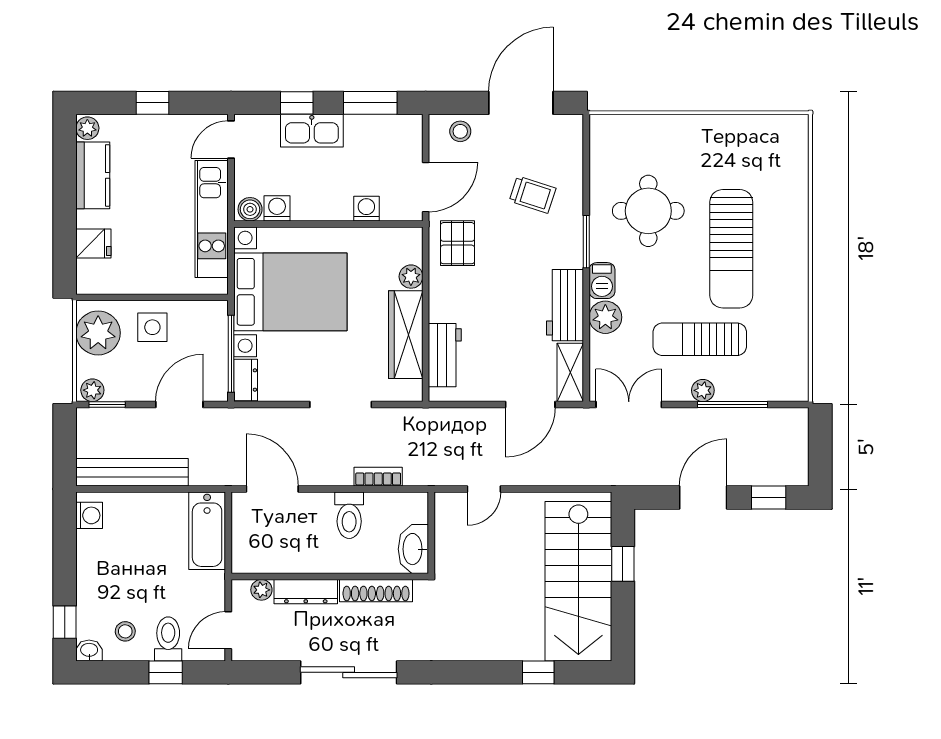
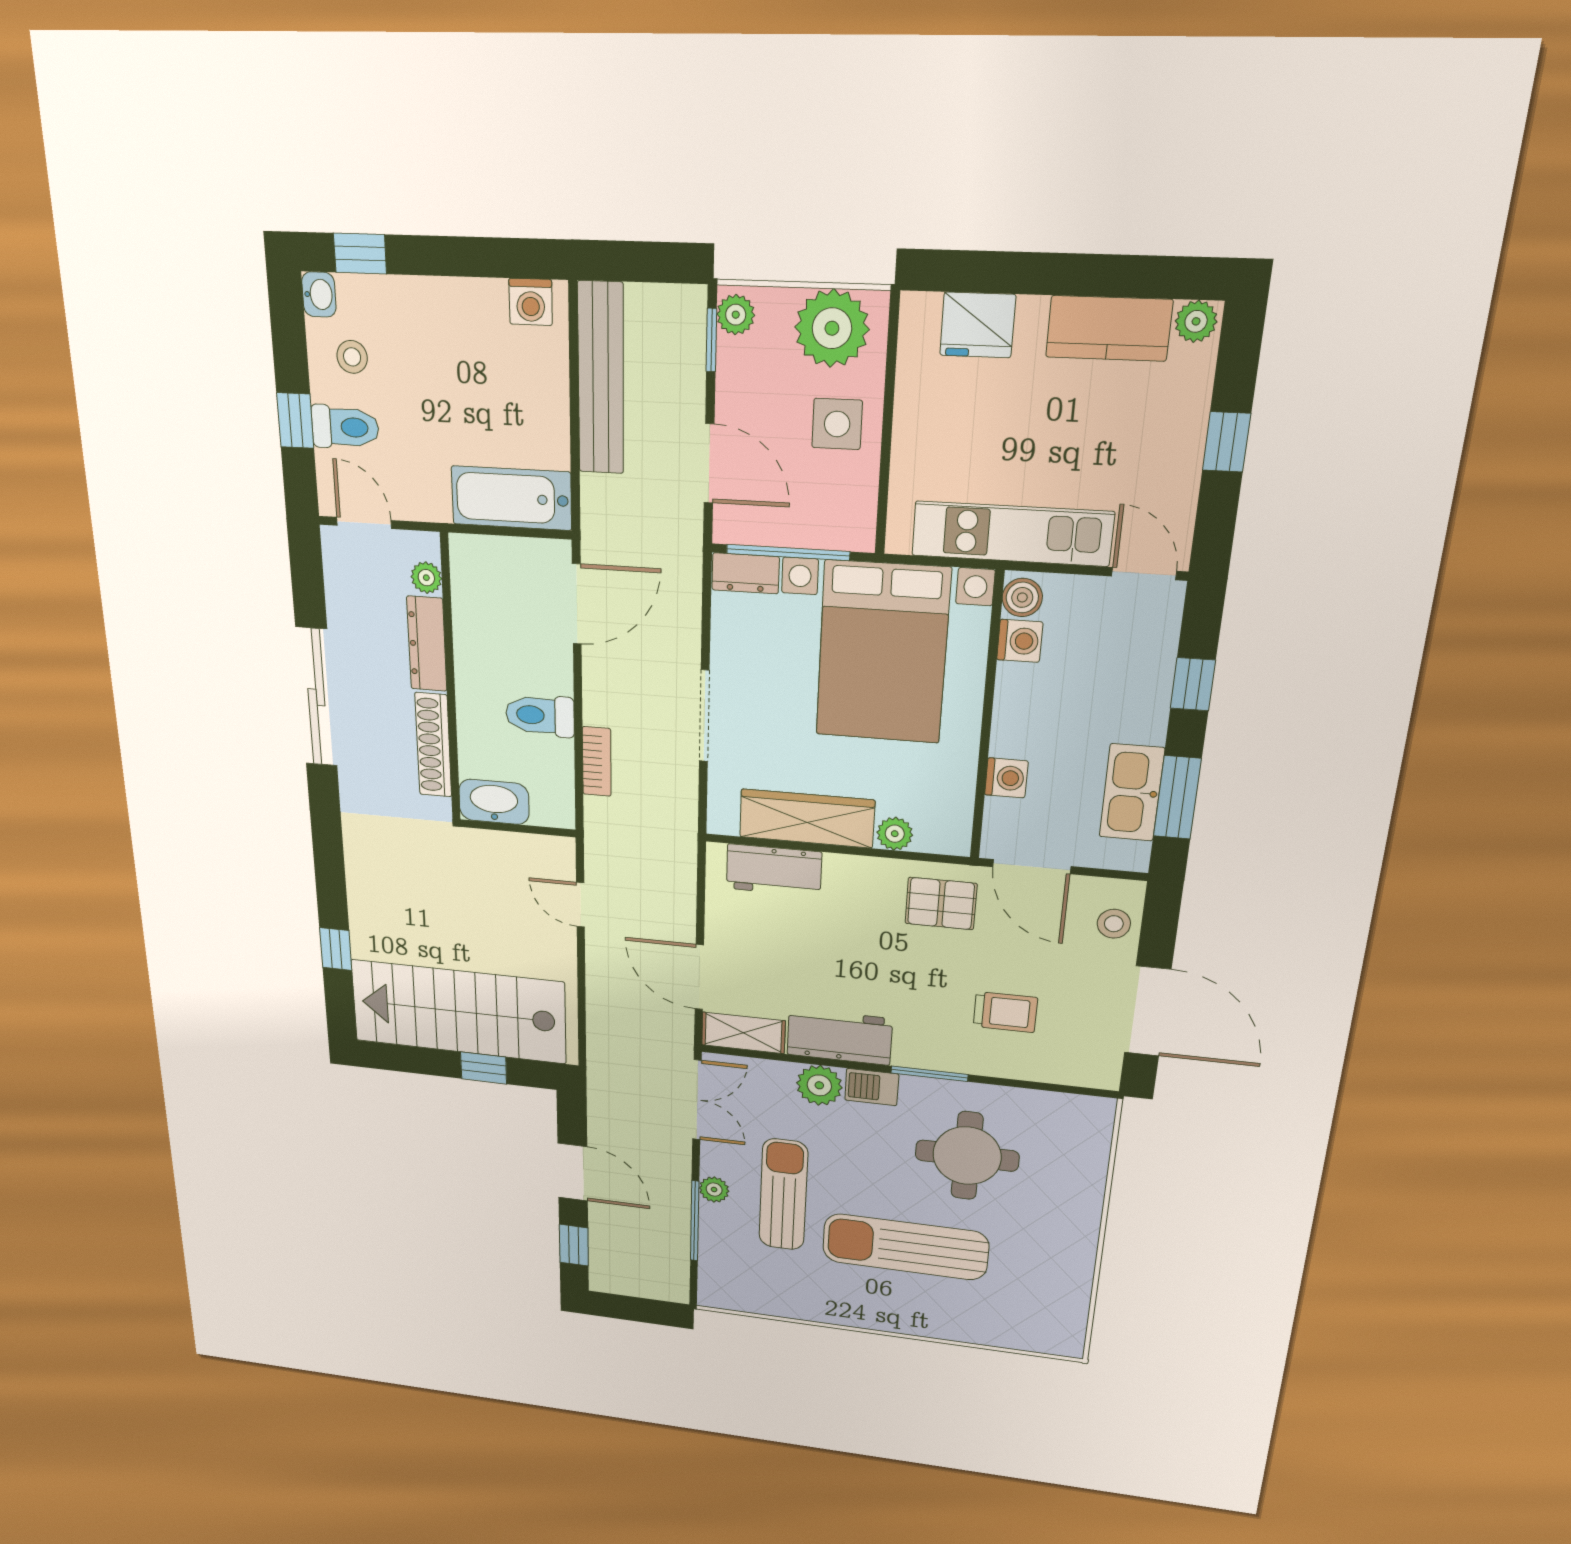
kitchen sink: (312, 131) -> (1132, 793), moved
trolley: (533, 195) -> (1005, 1012), turned -108
fridge: (93, 243) -> (978, 325), width x1.38

